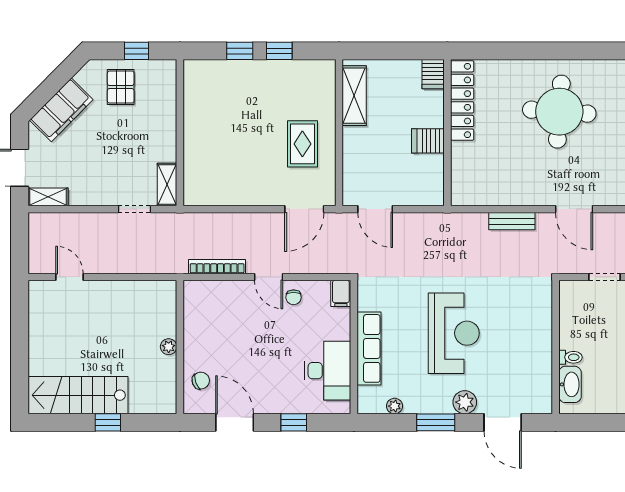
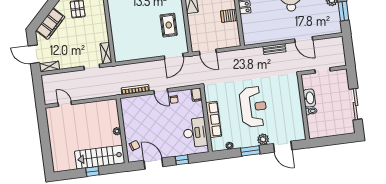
washbasin: (570, 384) -> (309, 98), moved
stairs: (78, 395) -> (100, 157), moved

